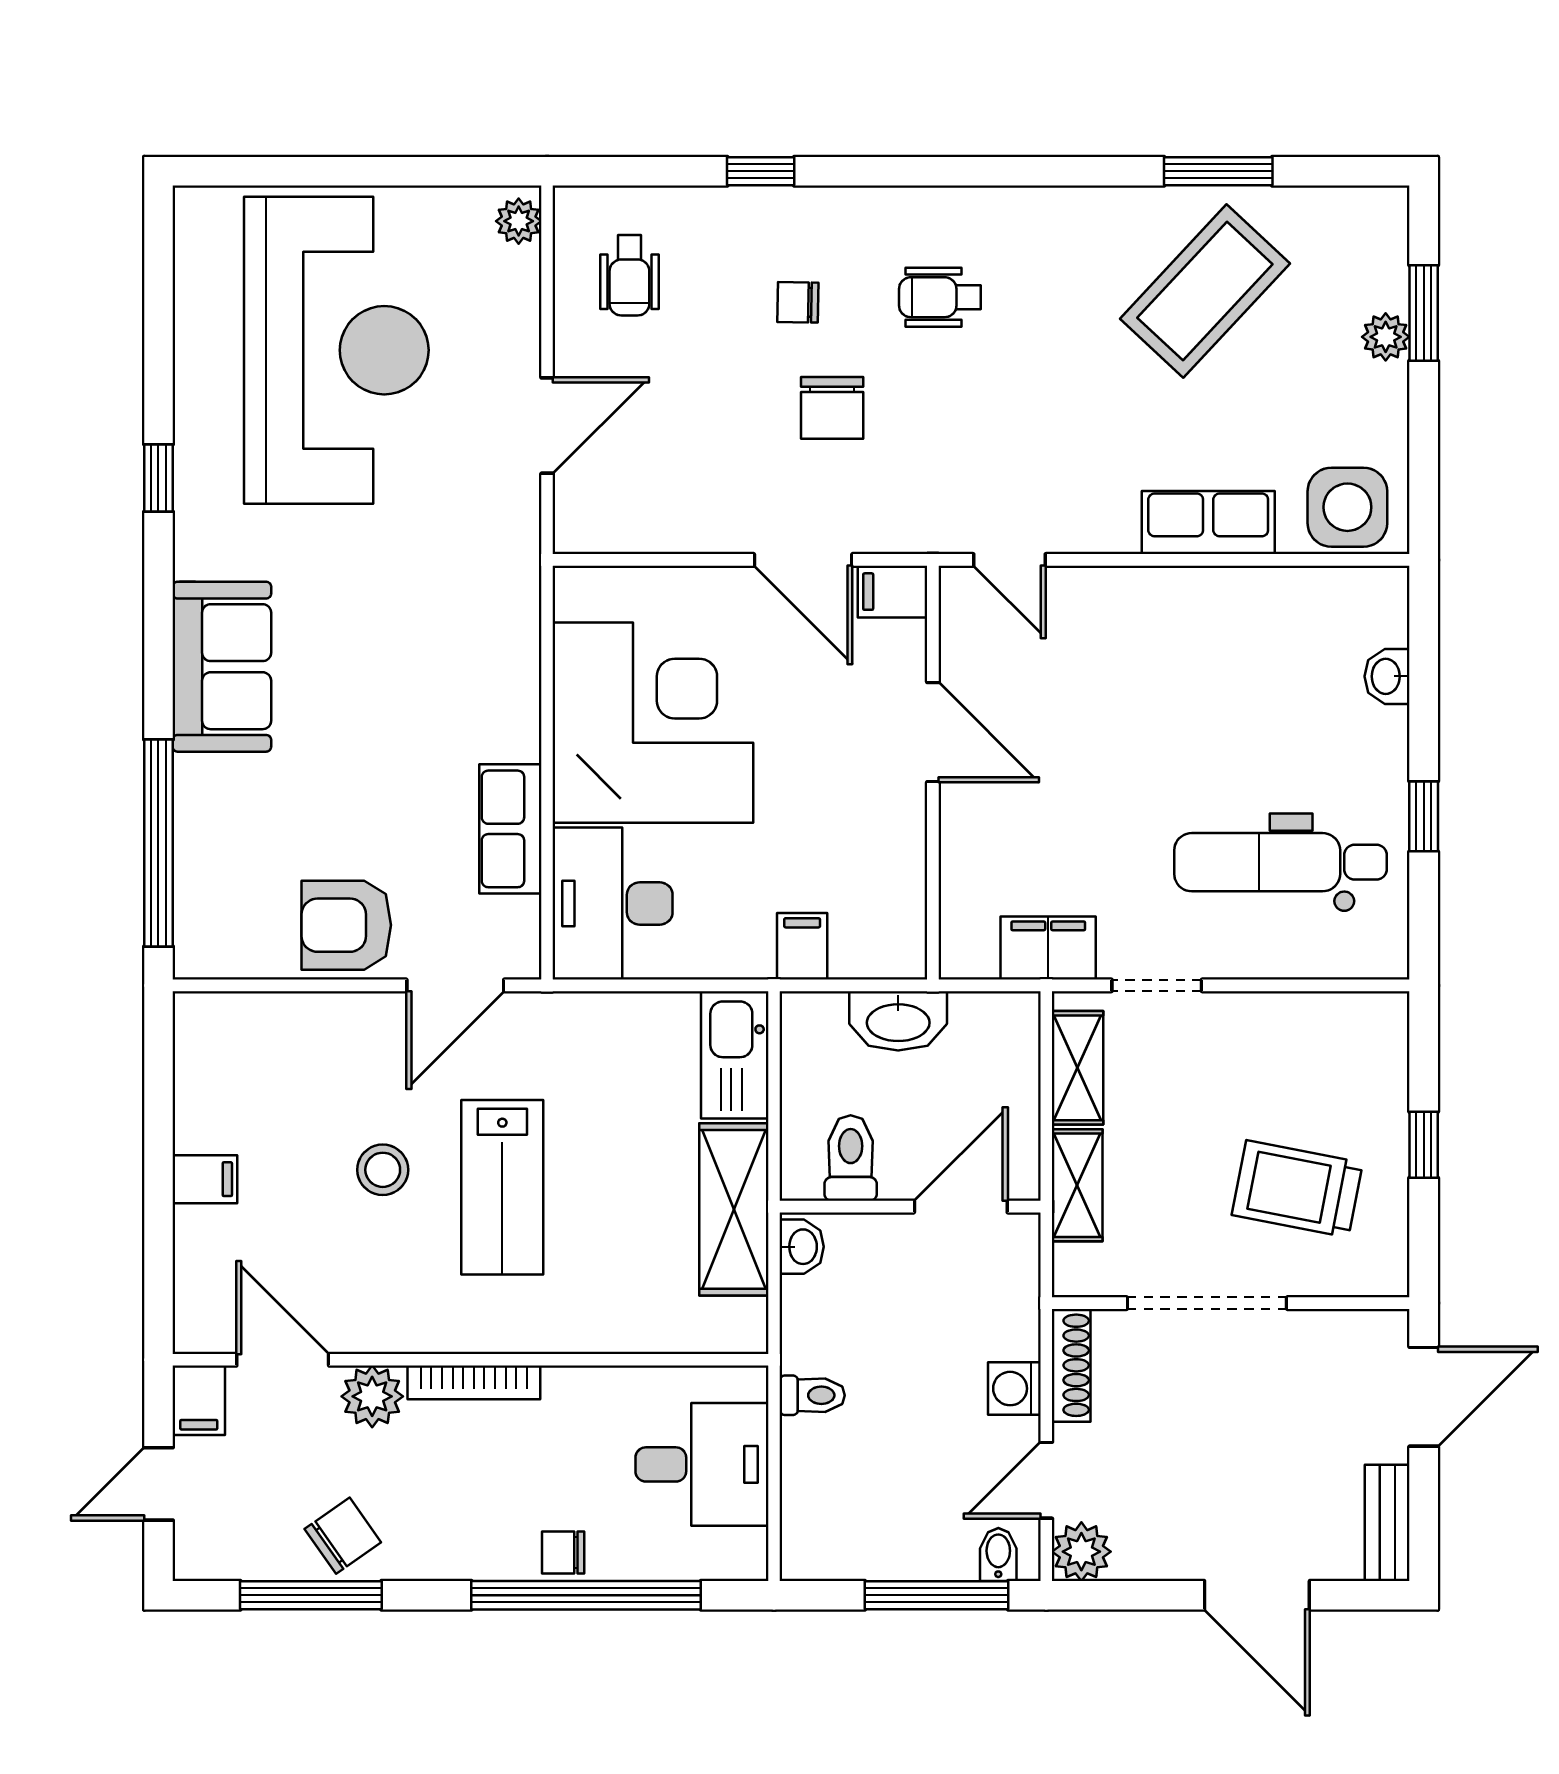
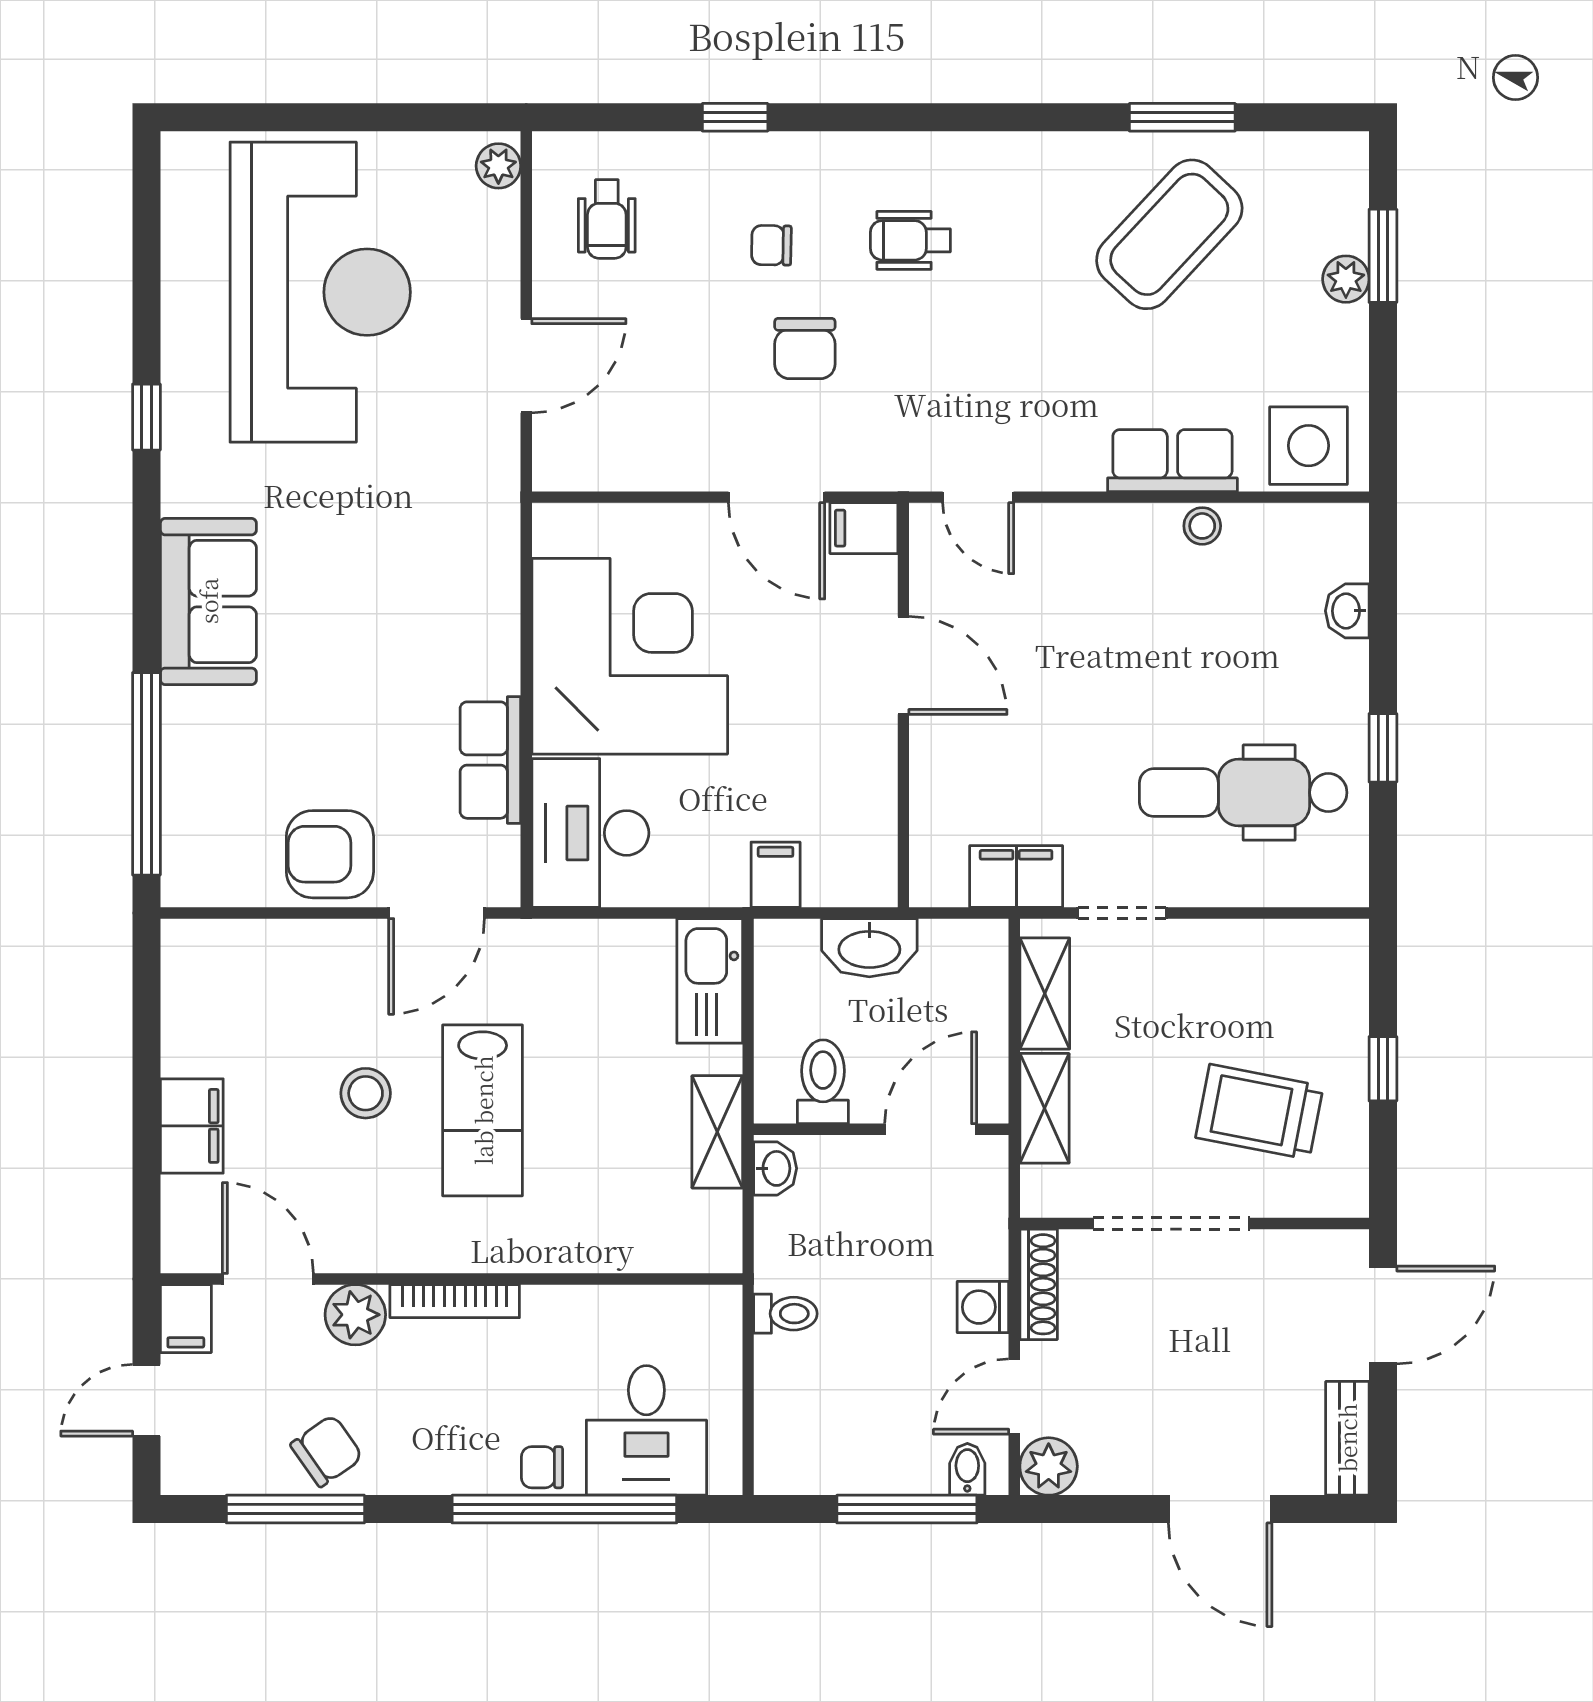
stool: (1239, 589) -> (1202, 526), added
filing cabinet: (205, 1179) -> (192, 1126), width x2.00
shelving: (734, 1209) -> (717, 1132), width x0.67, depth x0.75
desk: (702, 1464) -> (646, 1430), moved, turned 90

